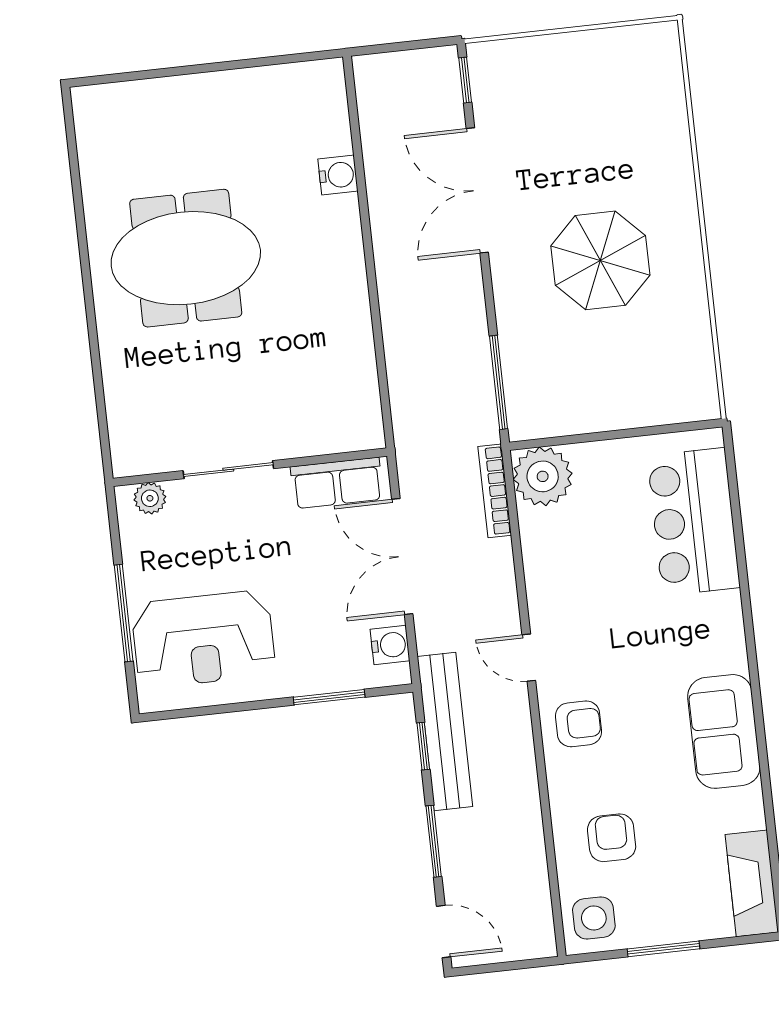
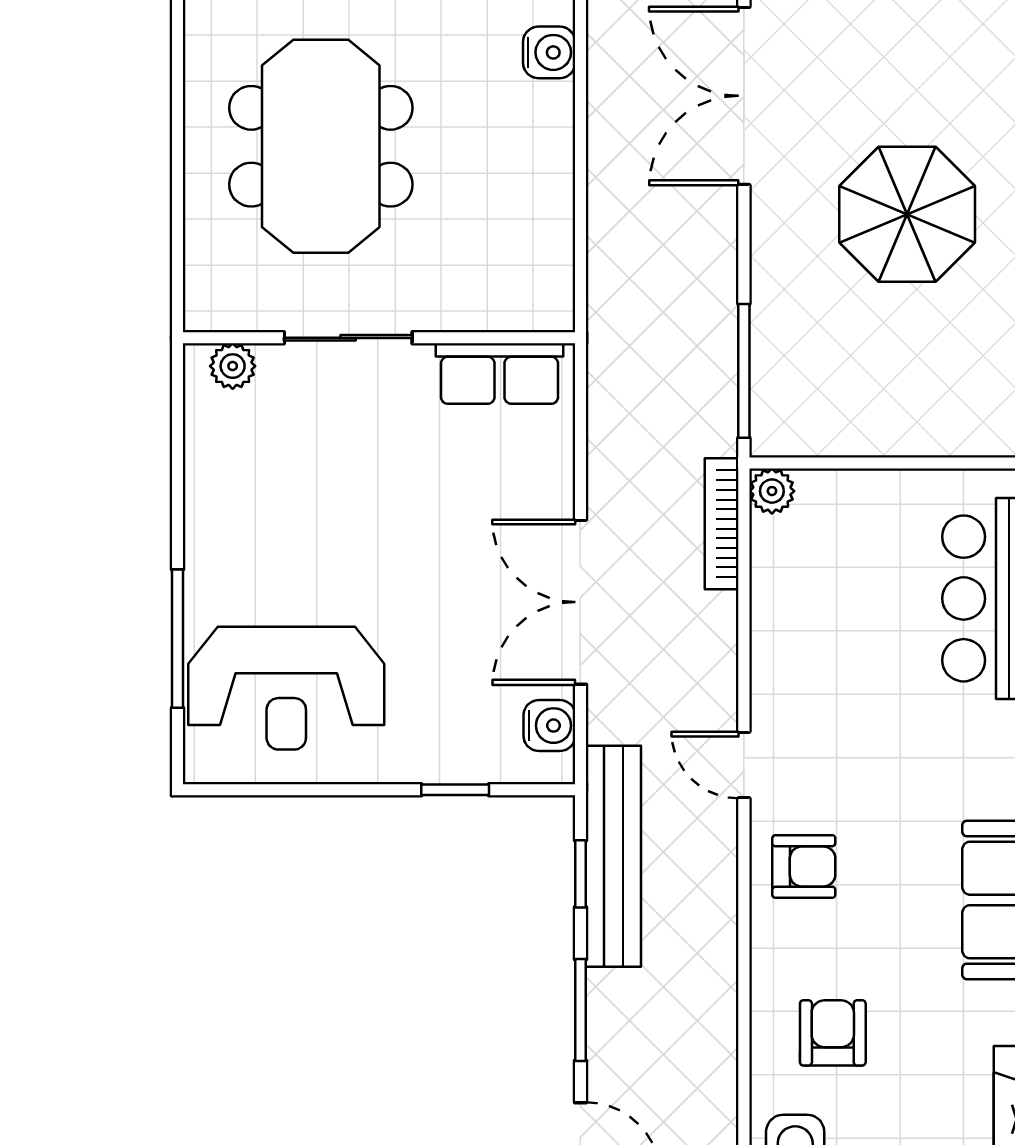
meeting table: (186, 258) -> (321, 146), turned 90
wall: (250, 467) -> (379, 338), moved
sliding door: (228, 470) -> (348, 338), moved
plant: (543, 476) -> (772, 491), width x0.53, depth x0.53
row of seats: (337, 483) -> (500, 374), moved
plant: (150, 498) -> (233, 366), moved
window: (329, 697) -> (455, 790), width x0.67

